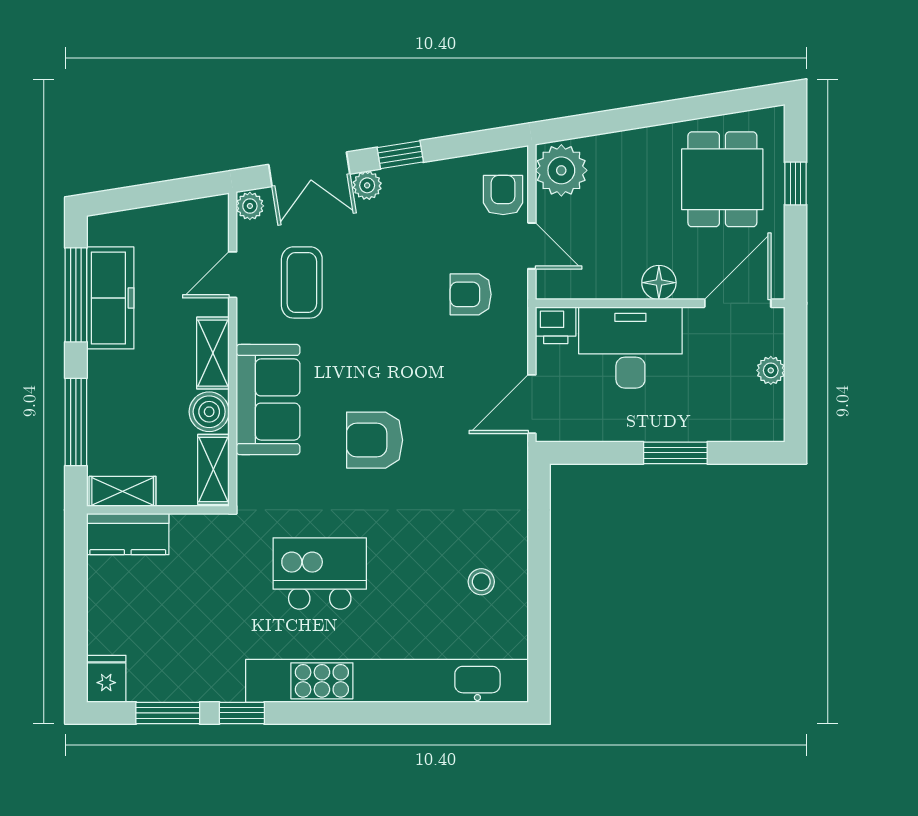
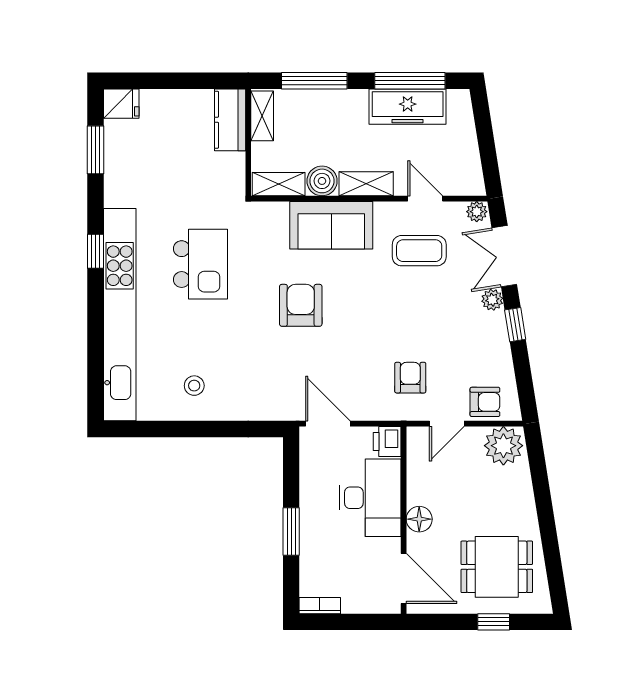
plant: (771, 370) -> (353, 603), removed
bookcase: (774, 415) -> (320, 606), added
window: (242, 713) -> (96, 251), moved

